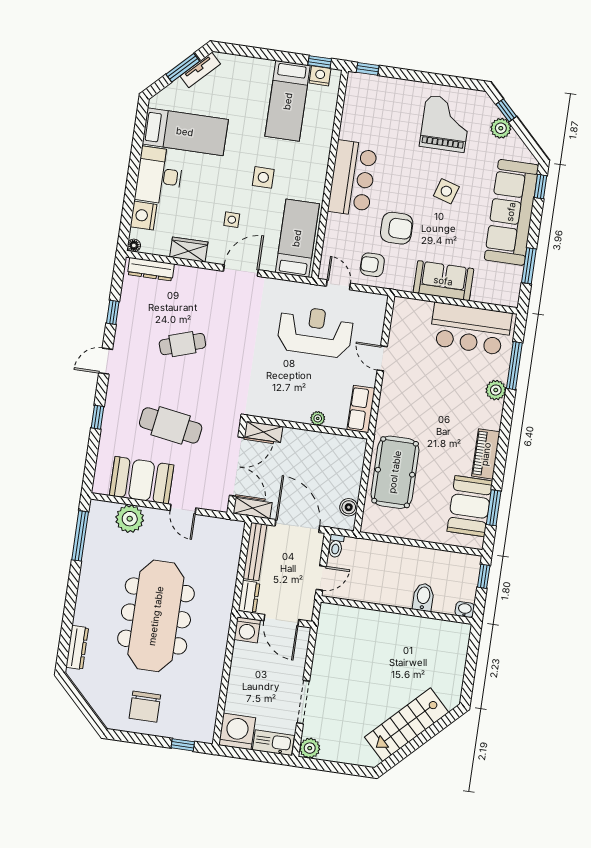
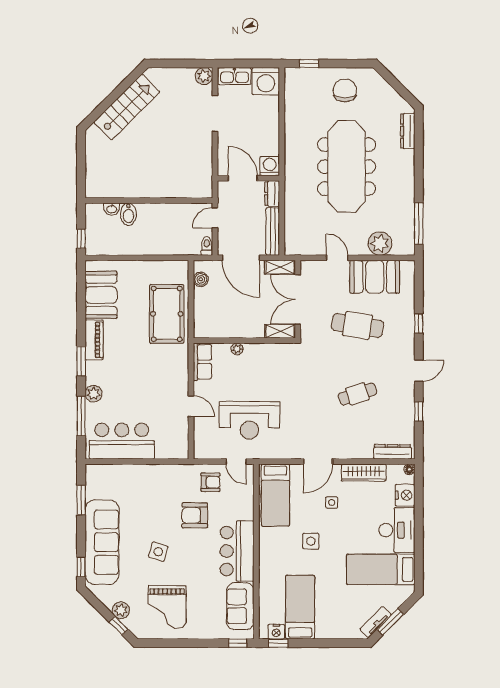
wardrobe: (189, 250) -> (364, 473), width x1.50
sofa: (443, 281) -> (240, 606), moved, turned 90
window: (494, 508) -> (81, 361), moved
washbasin: (465, 610) -> (112, 209), moved

